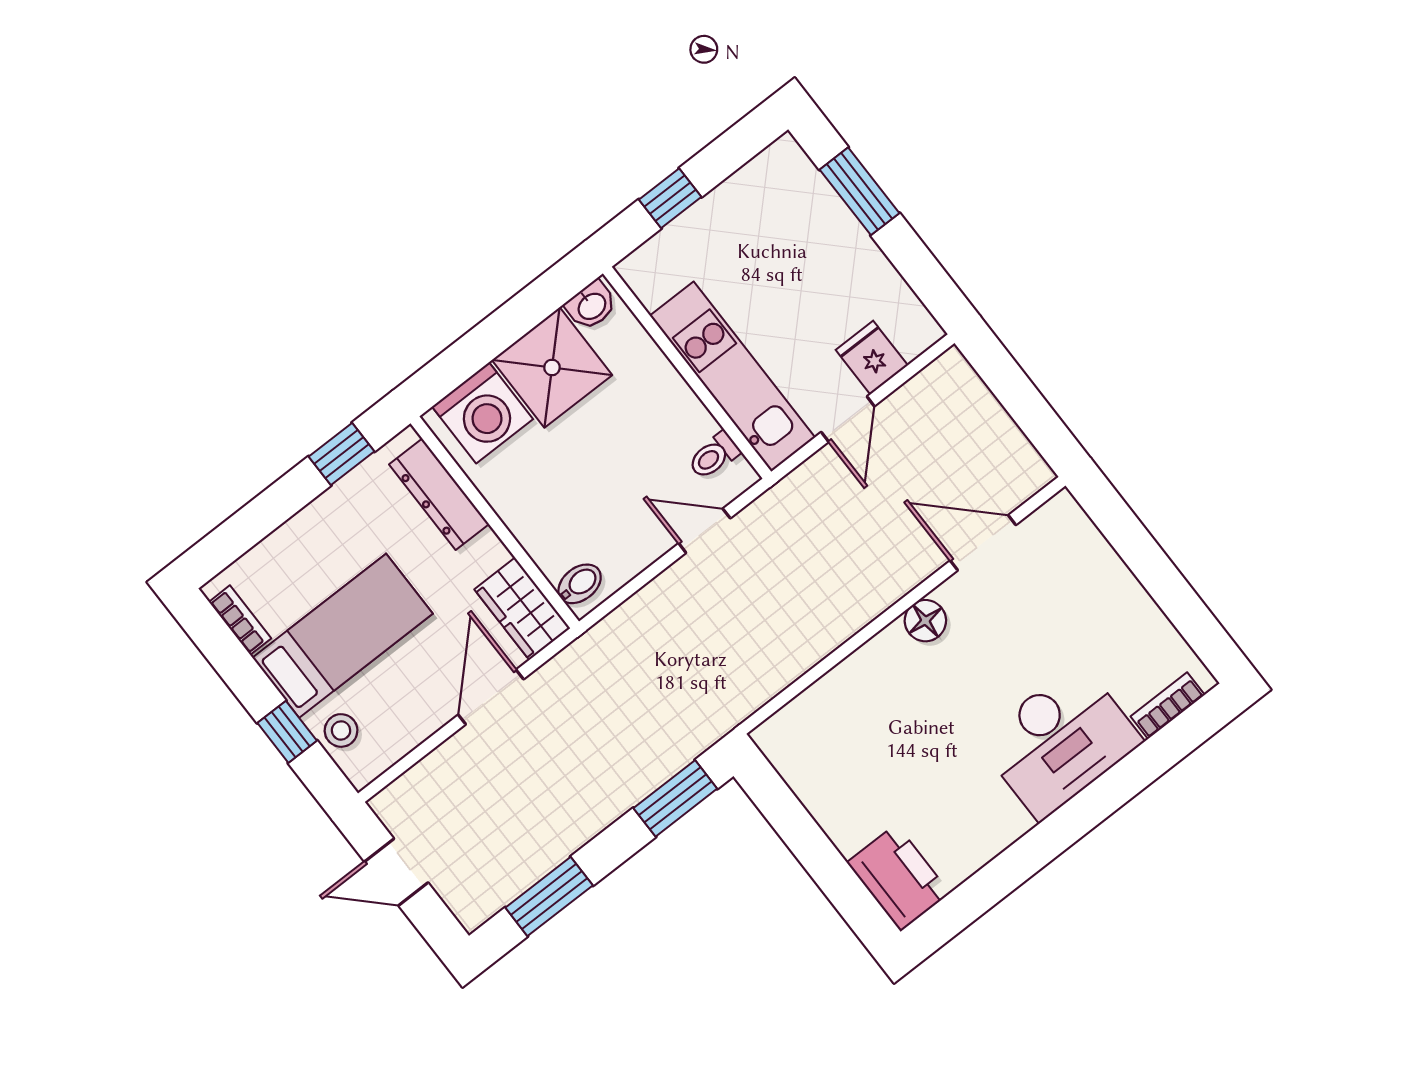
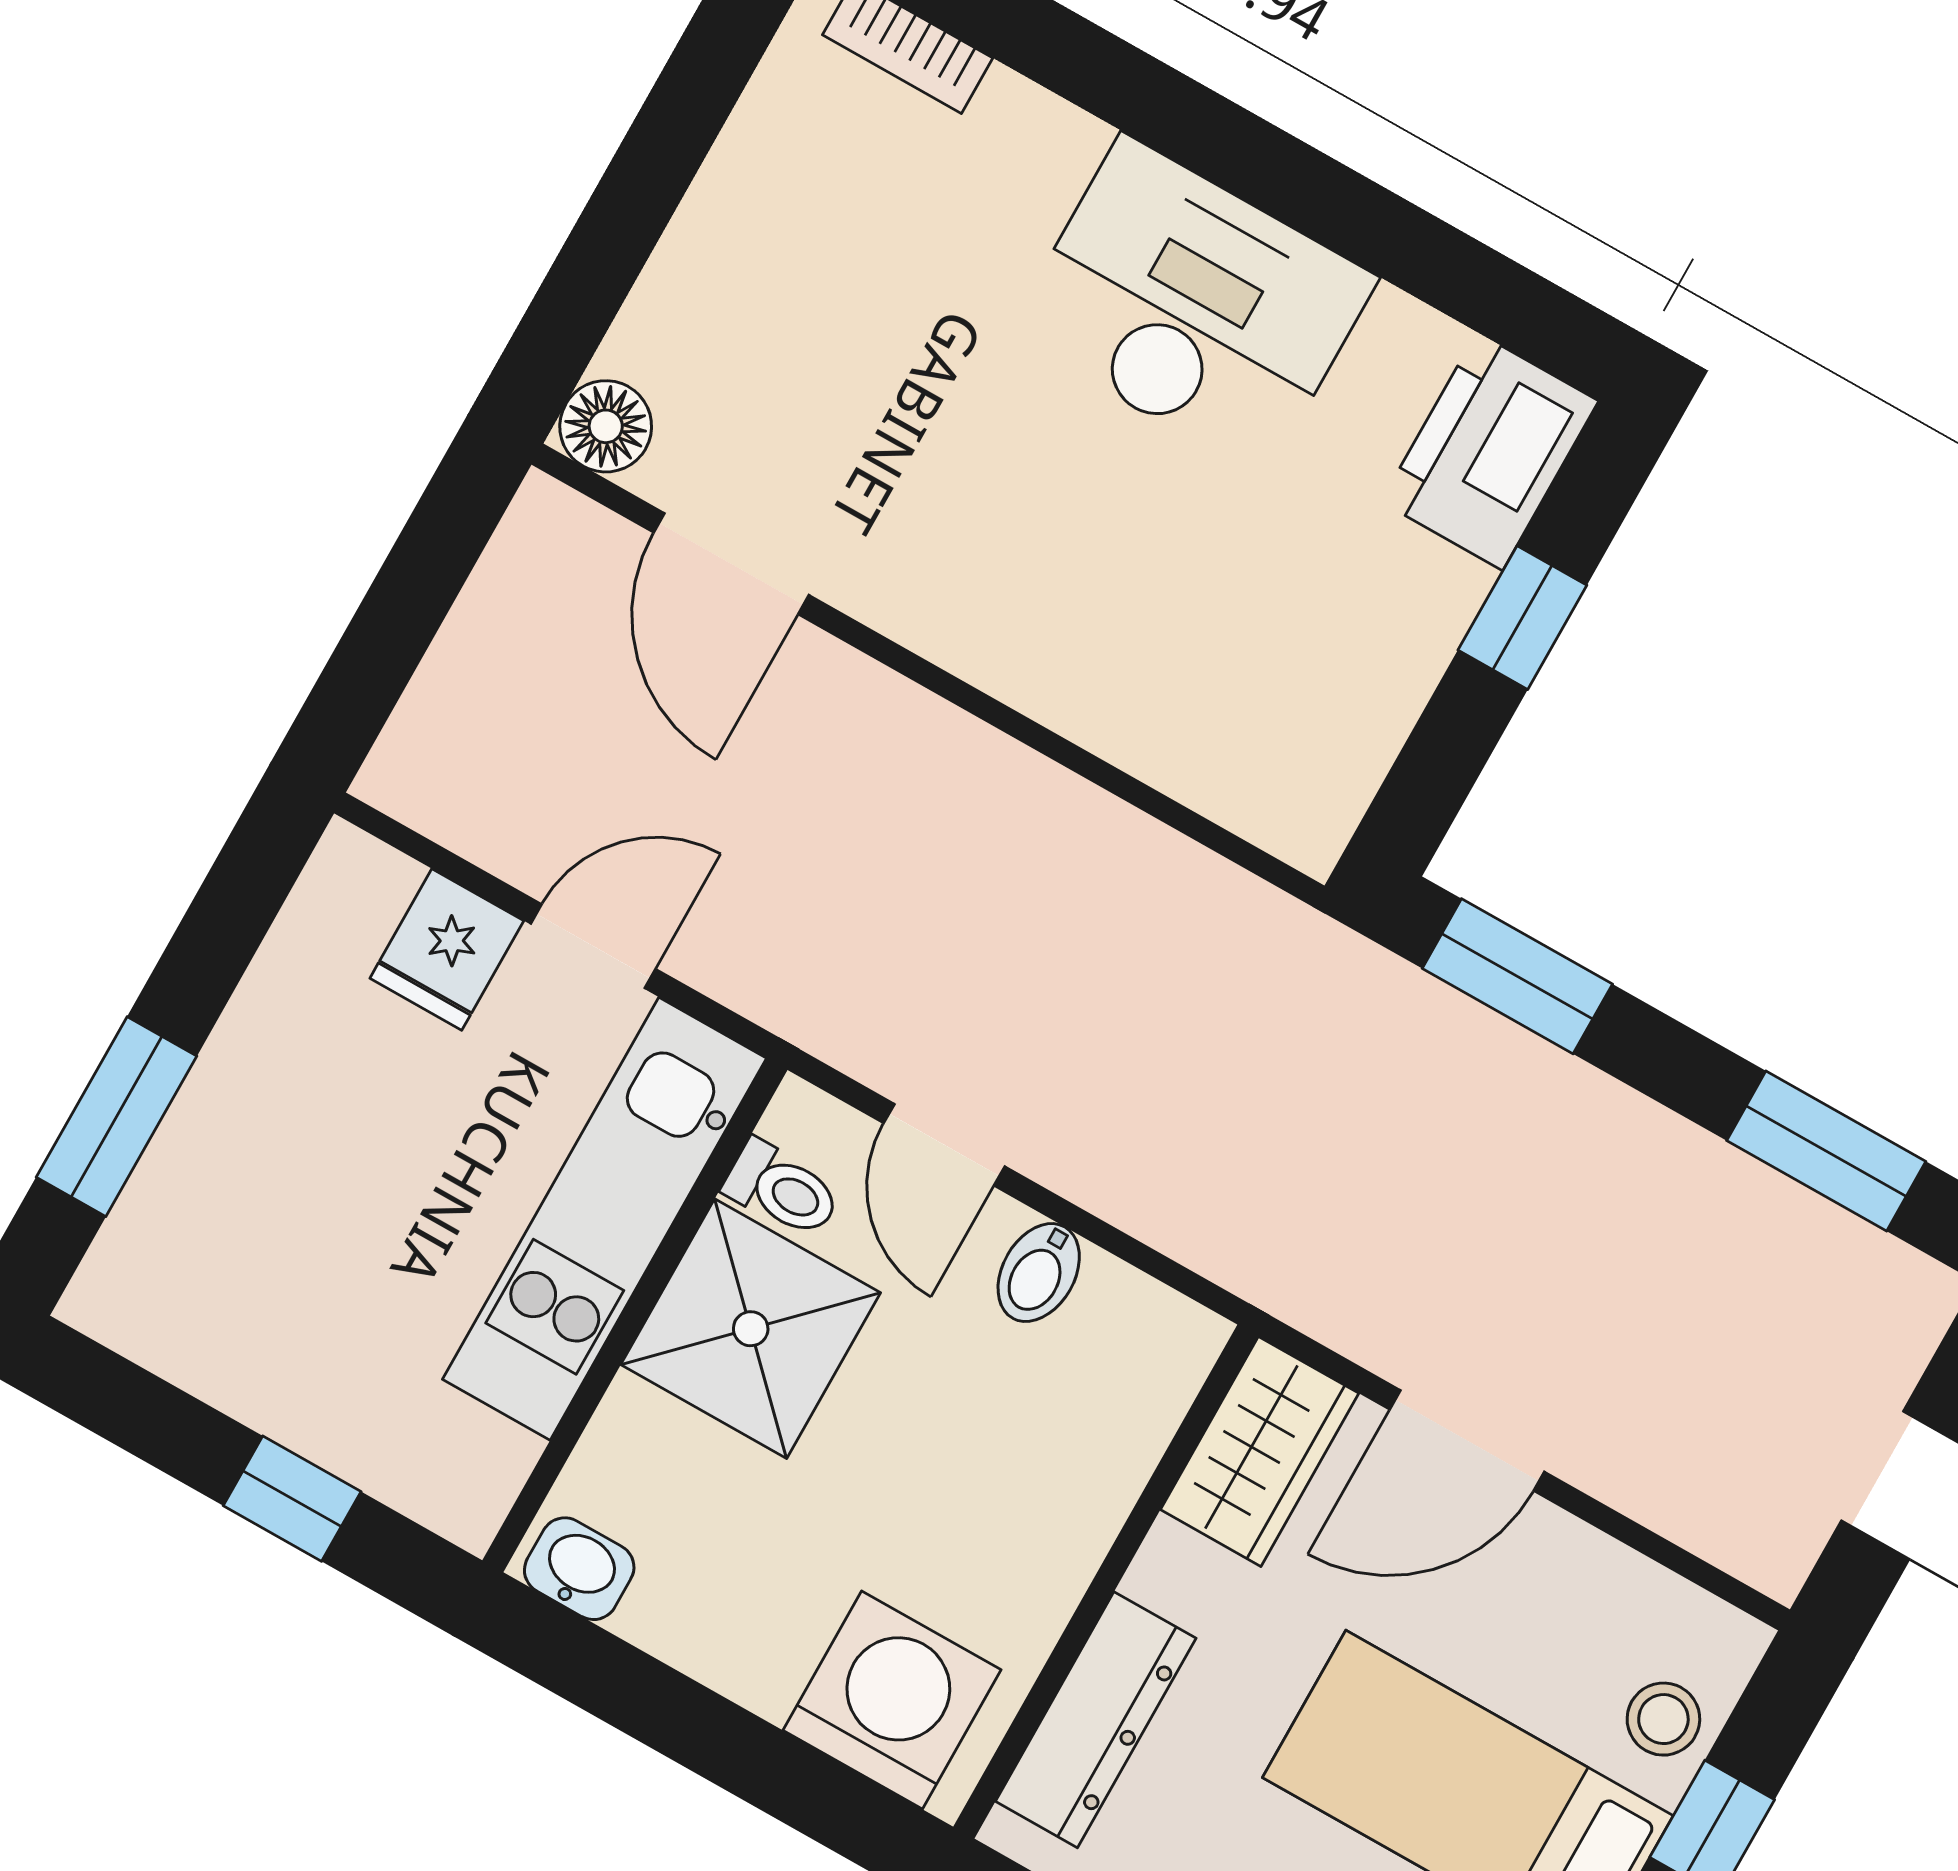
shower: (552, 367) -> (751, 1329), moved
bidet: (580, 584) -> (1039, 1273), moved, turned -90
floor lamp: (925, 621) -> (606, 426), moved
desk: (1060, 741) -> (1193, 306), moved
window: (824, 862) -> (1522, 618), added

